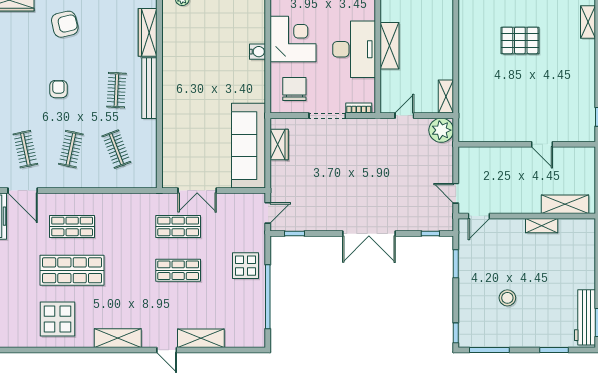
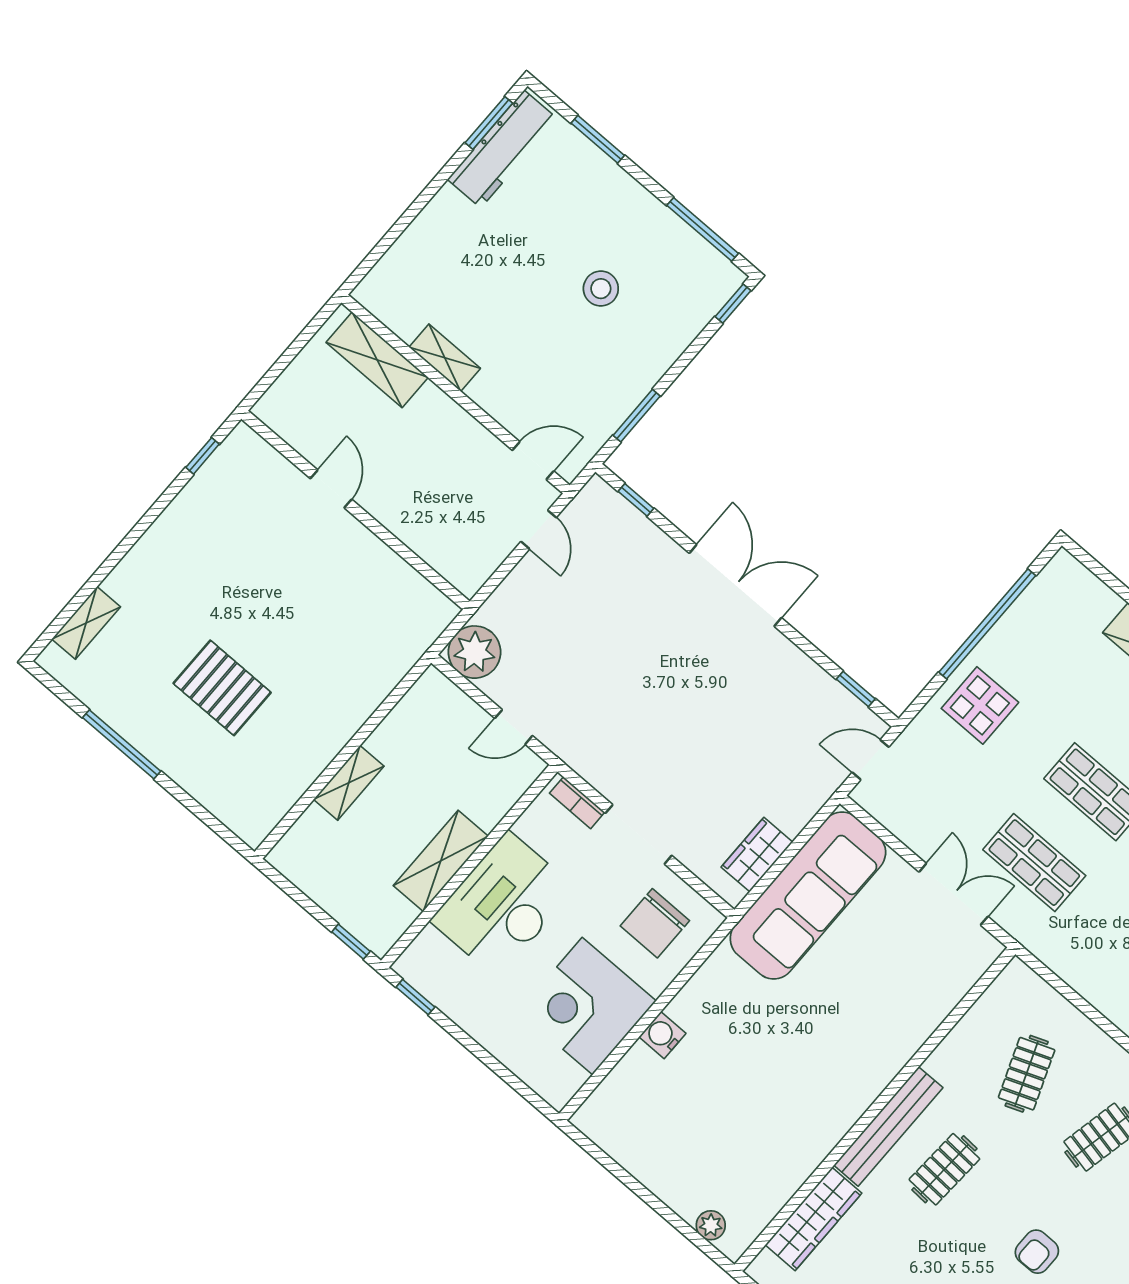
shelving: (446, 97) -> (349, 783), moved

